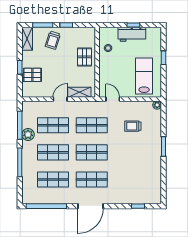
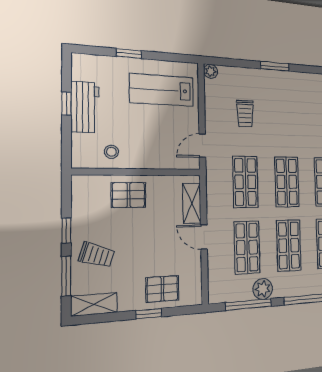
pallet: (32, 75) -> (162, 289), turned 90

